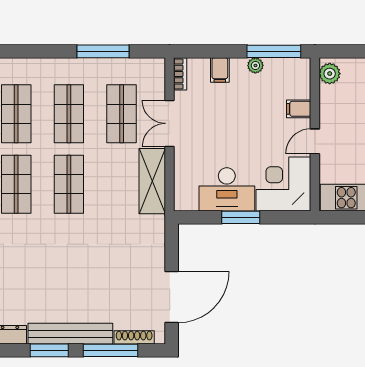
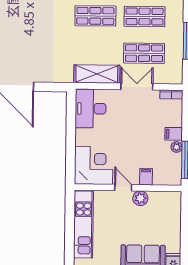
filing cabinet: (220, 70) -> (174, 134), moved
plant: (330, 74) -> (140, 198), moved
desk: (227, 189) -> (91, 109), moved
window: (241, 217) -> (71, 135), removed

